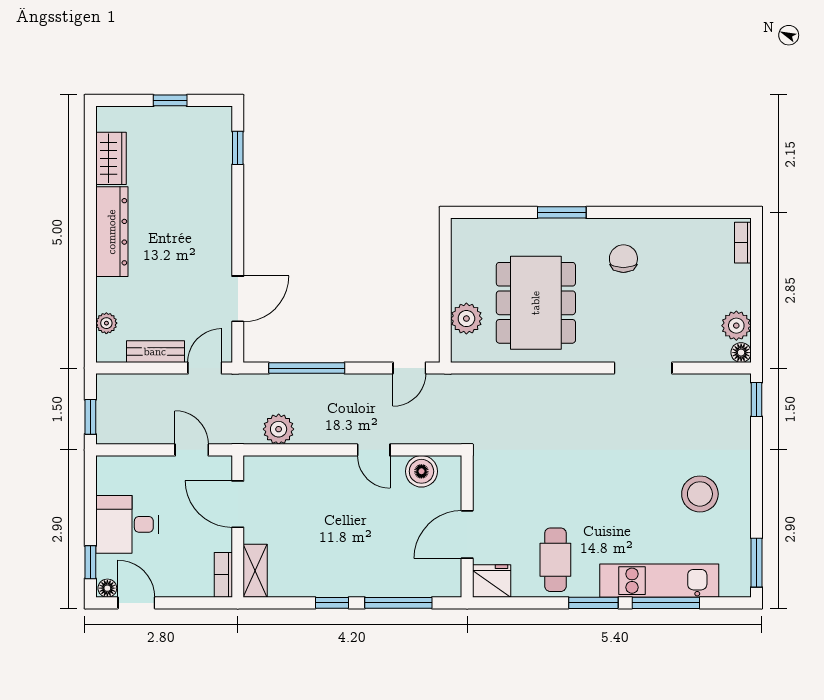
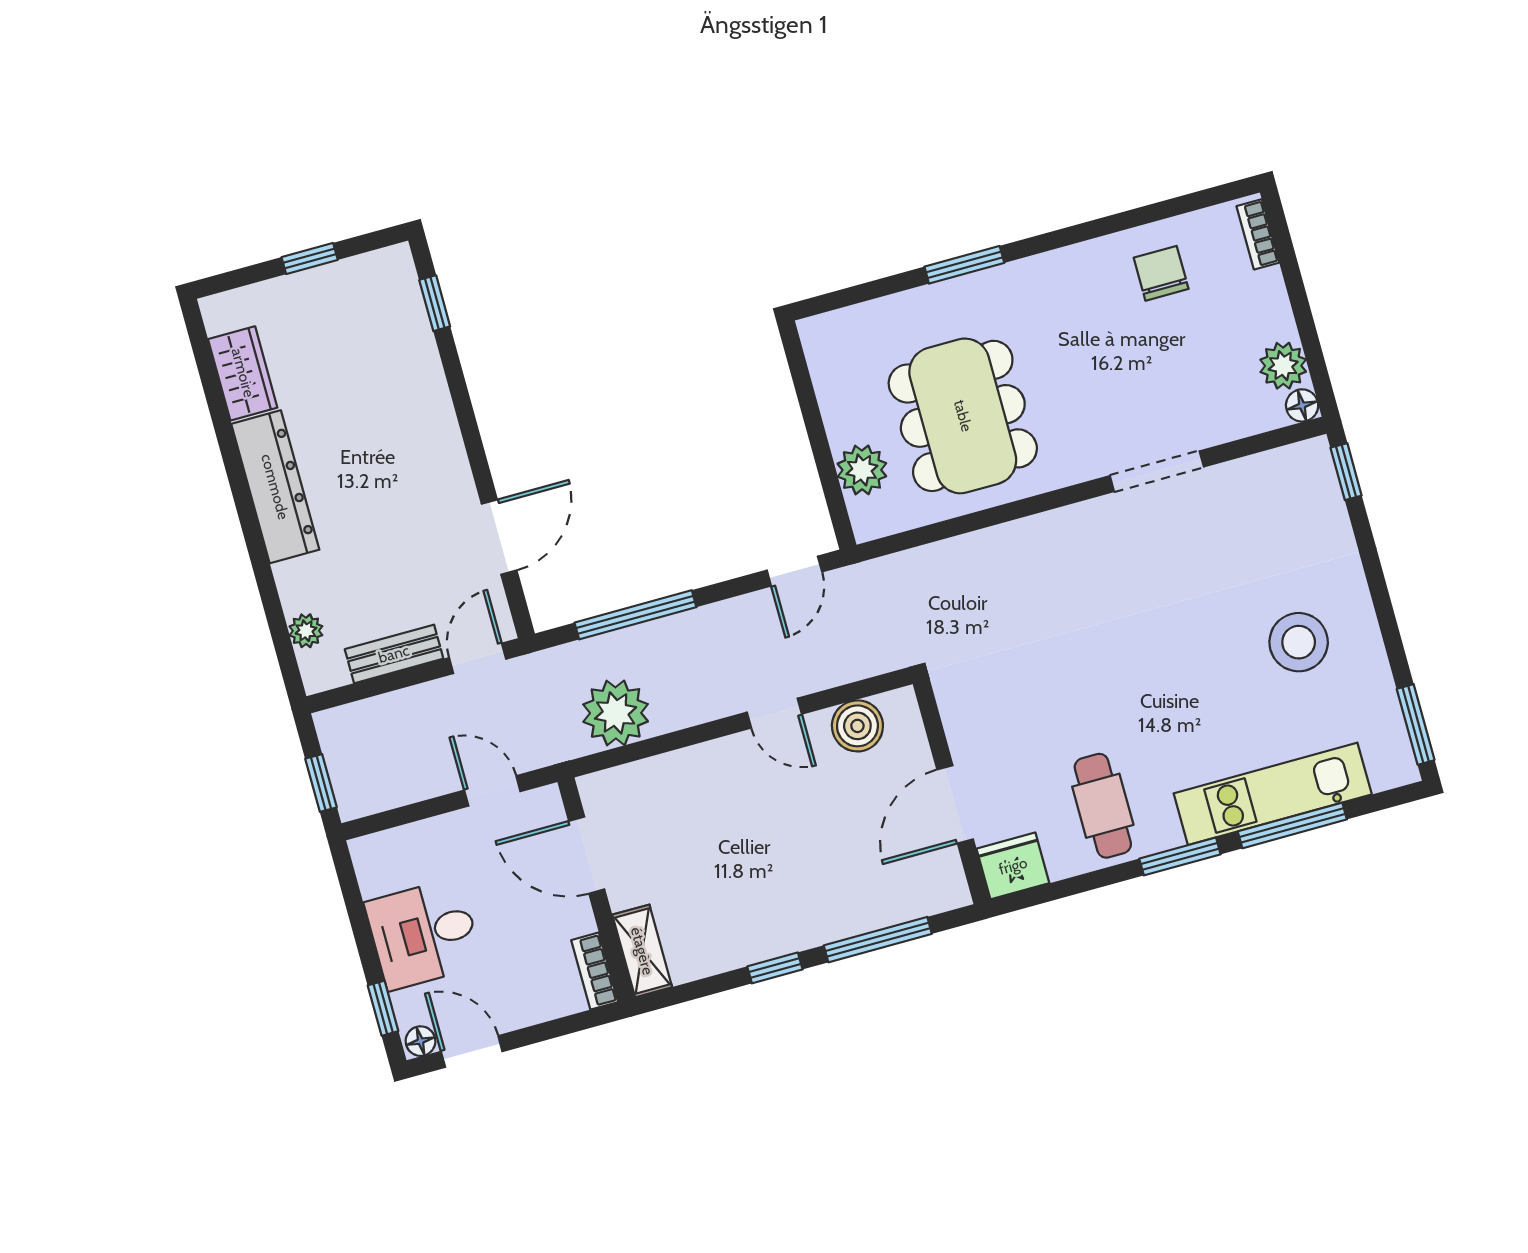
chair: (623, 259) -> (1161, 273), moved
plant: (279, 429) -> (616, 713), width x1.36, depth x1.36

